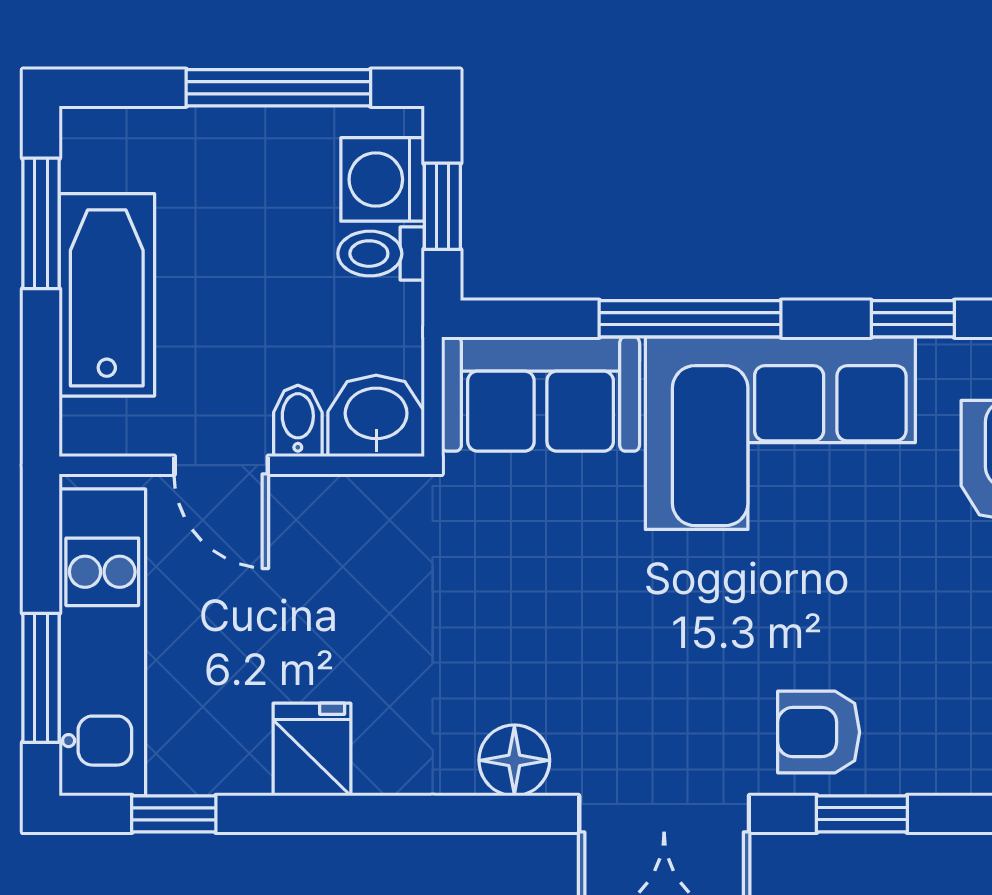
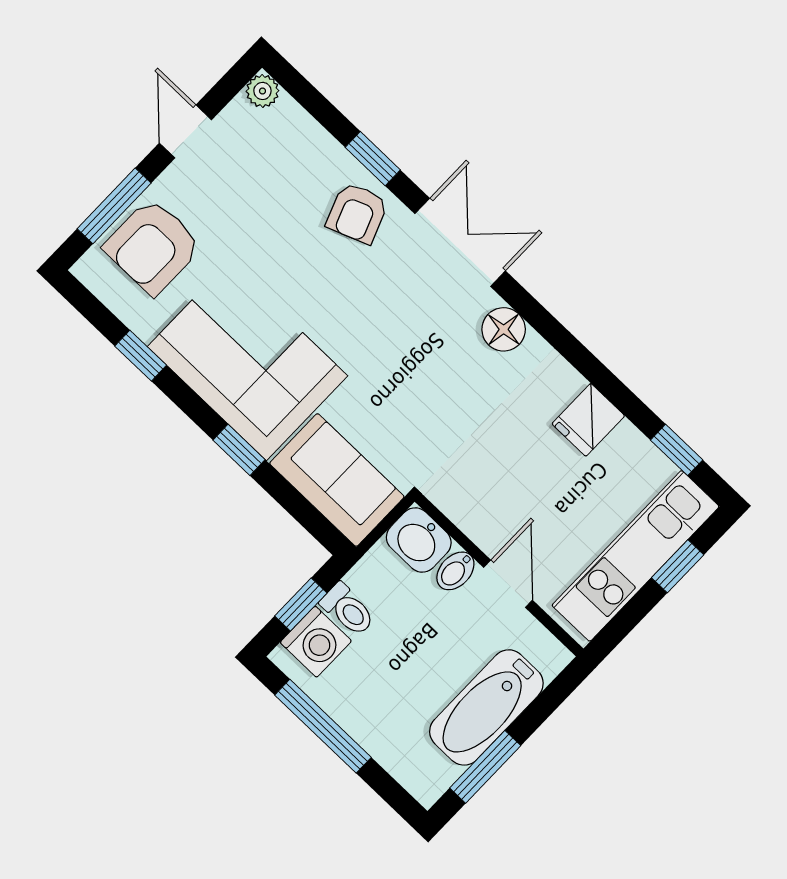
window: (690, 319) -> (239, 450), width x0.46
window: (41, 678) -> (678, 566), width x0.67
armchair: (819, 732) -> (357, 213), turned 69

